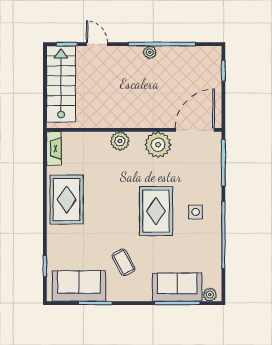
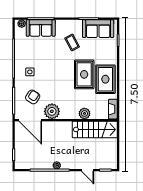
stairs: (61, 84) -> (95, 129), moved, turned -90
door: (195, 130) -> (30, 120), hinge flipped
plant: (120, 141) -> (84, 113), moved
armchair: (191, 169) -> (33, 97), added
rug: (156, 211) -> (84, 74), moved

